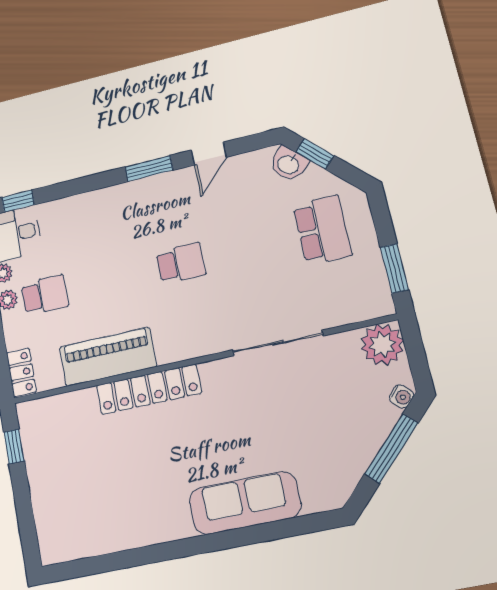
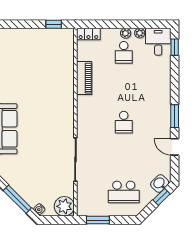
piano: (108, 357) -> (84, 78), width x0.73, depth x0.75
locker: (149, 389) -> (67, 95), removed

